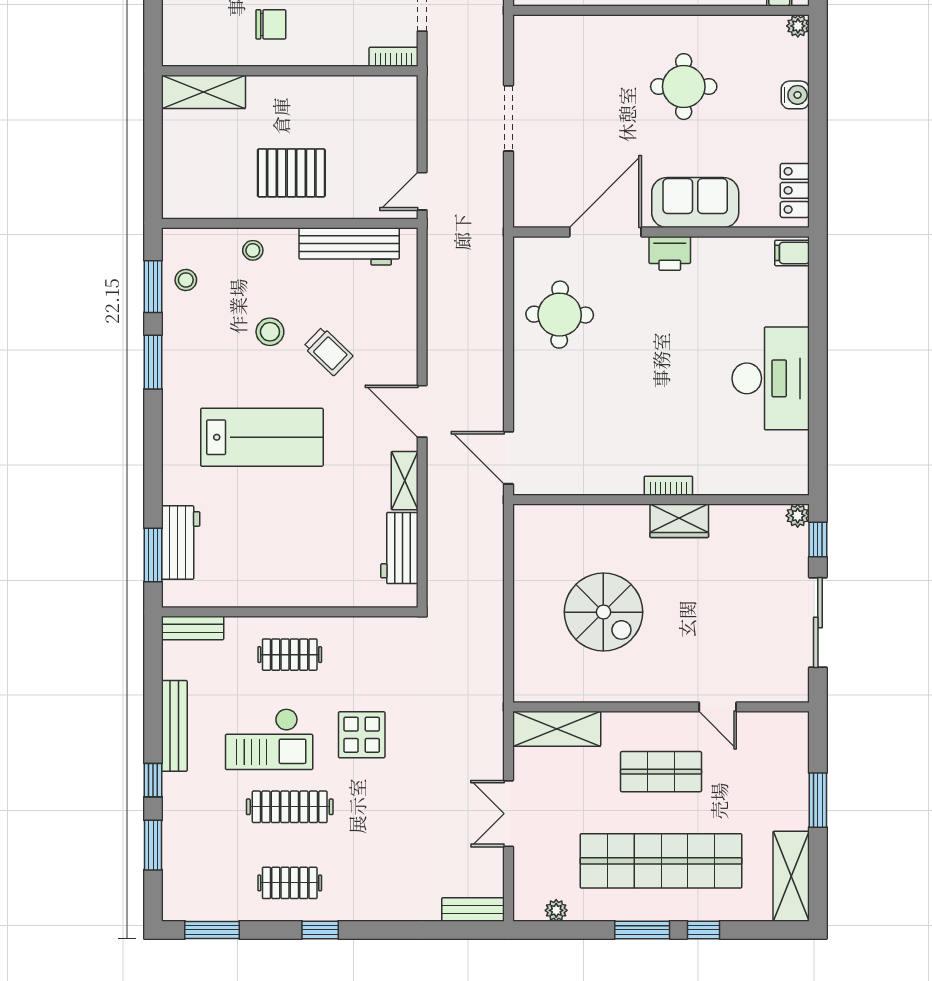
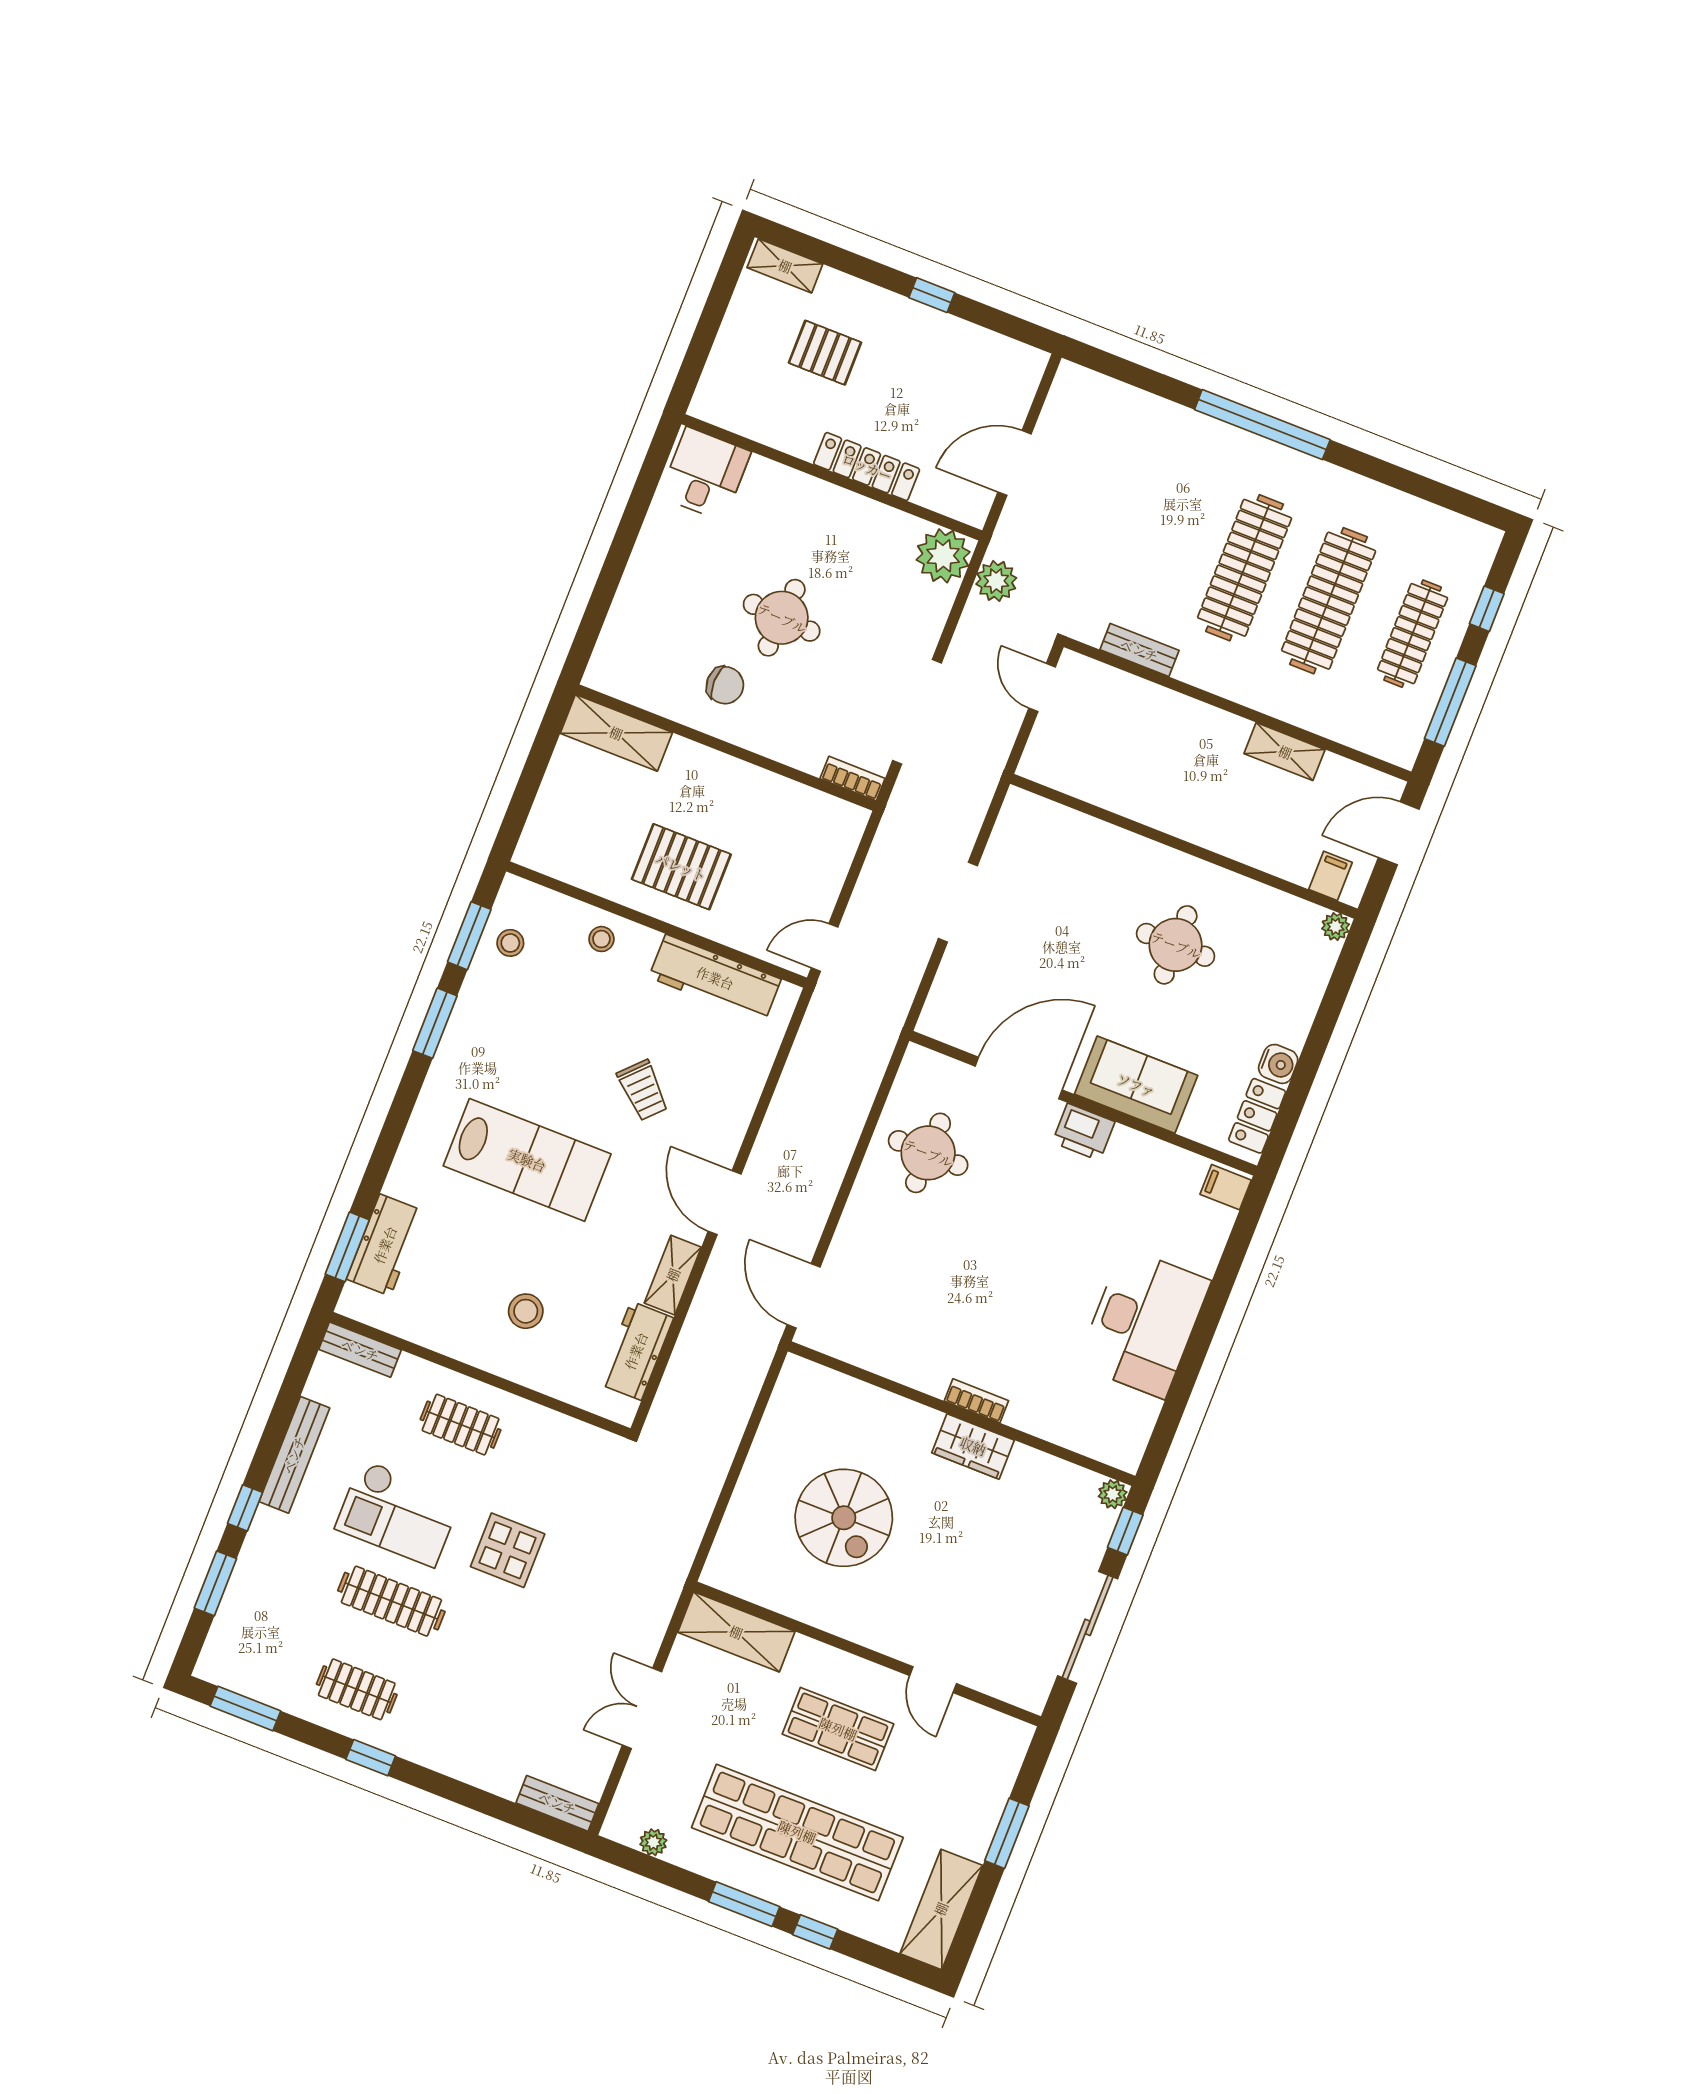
water cooler: (795, 95) -> (1278, 1064), moved
stool: (270, 332) -> (526, 1311), moved

